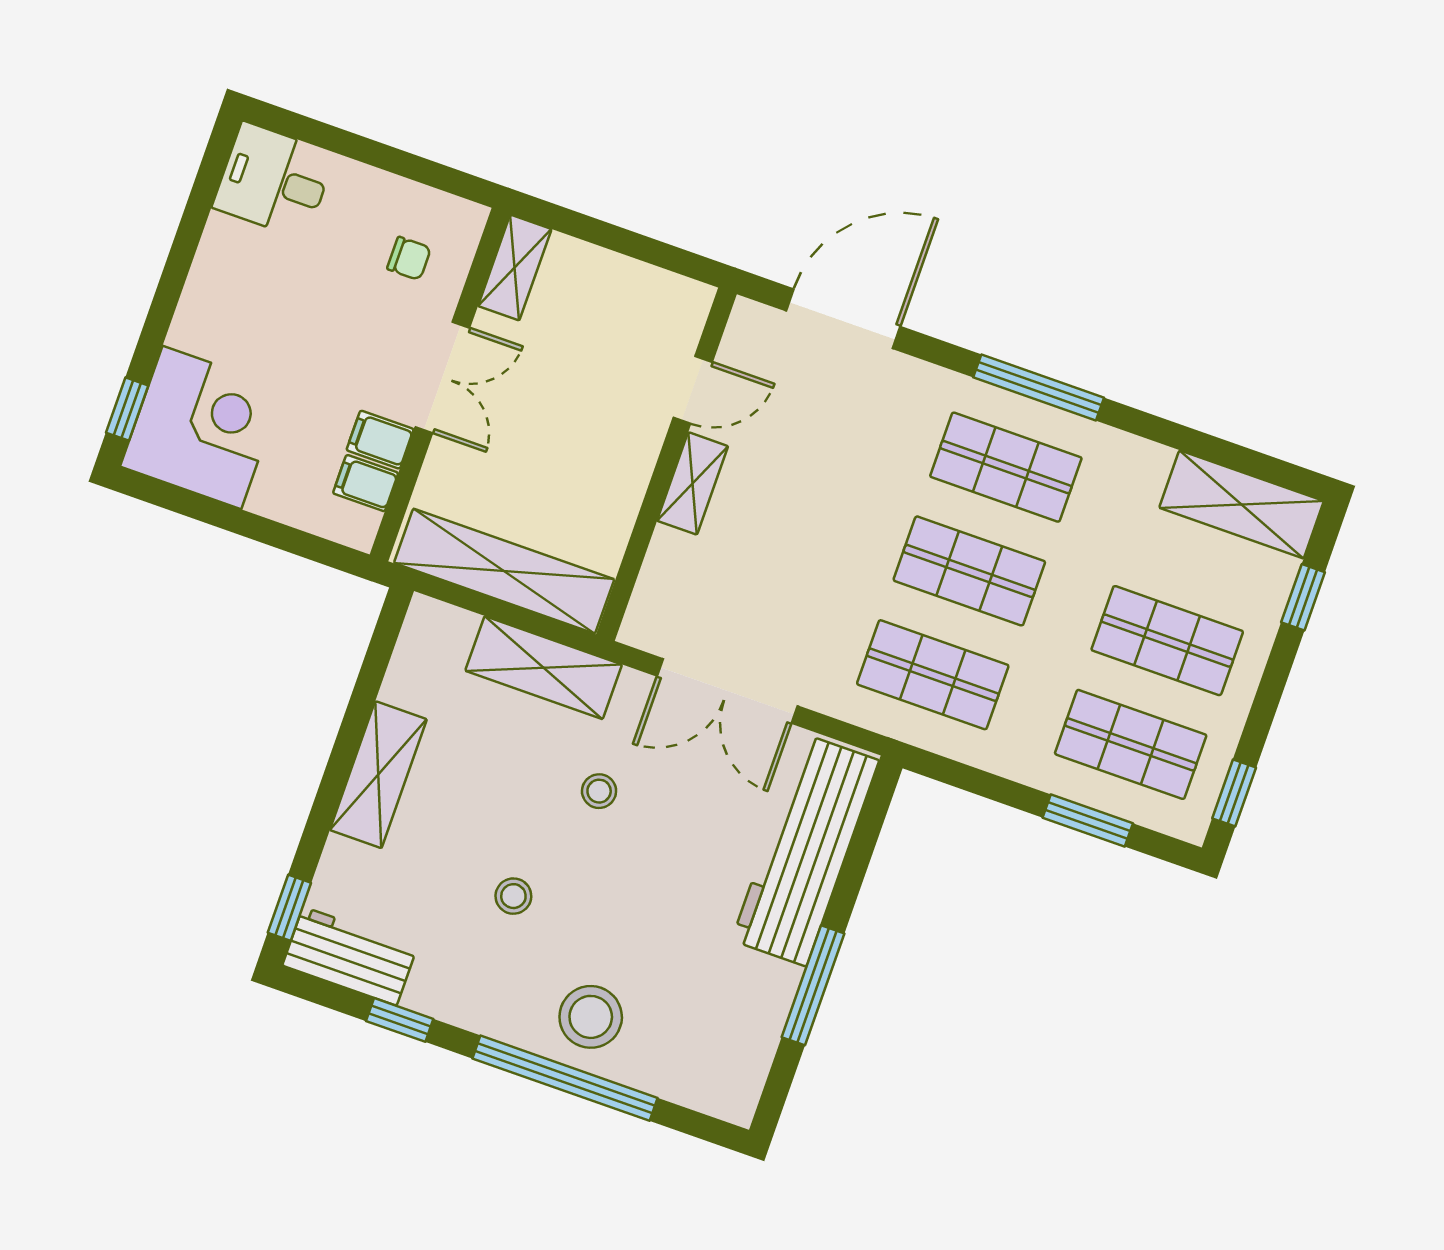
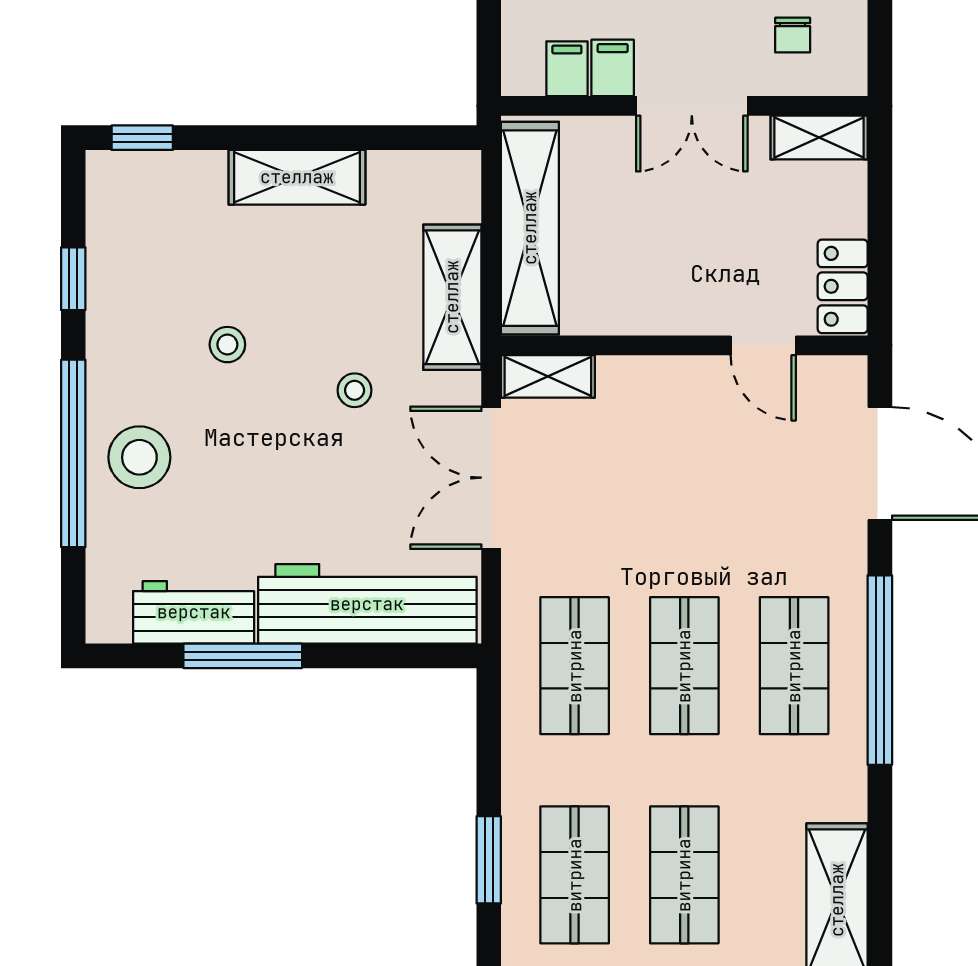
locker: (663, 295) -> (843, 286), added
window: (1039, 387) -> (880, 670), width x1.46
shelving: (693, 483) -> (548, 376), moved
workbench: (350, 956) -> (194, 612), moved, turned -90

